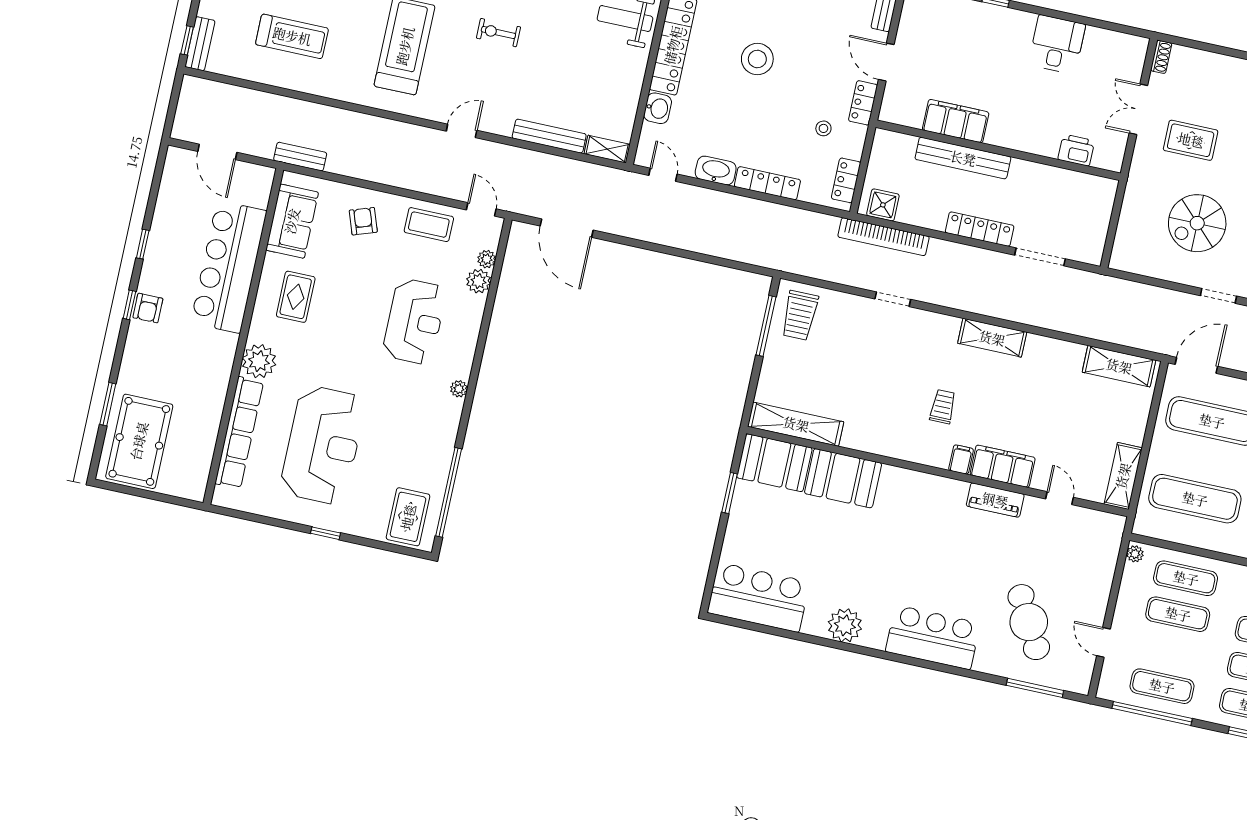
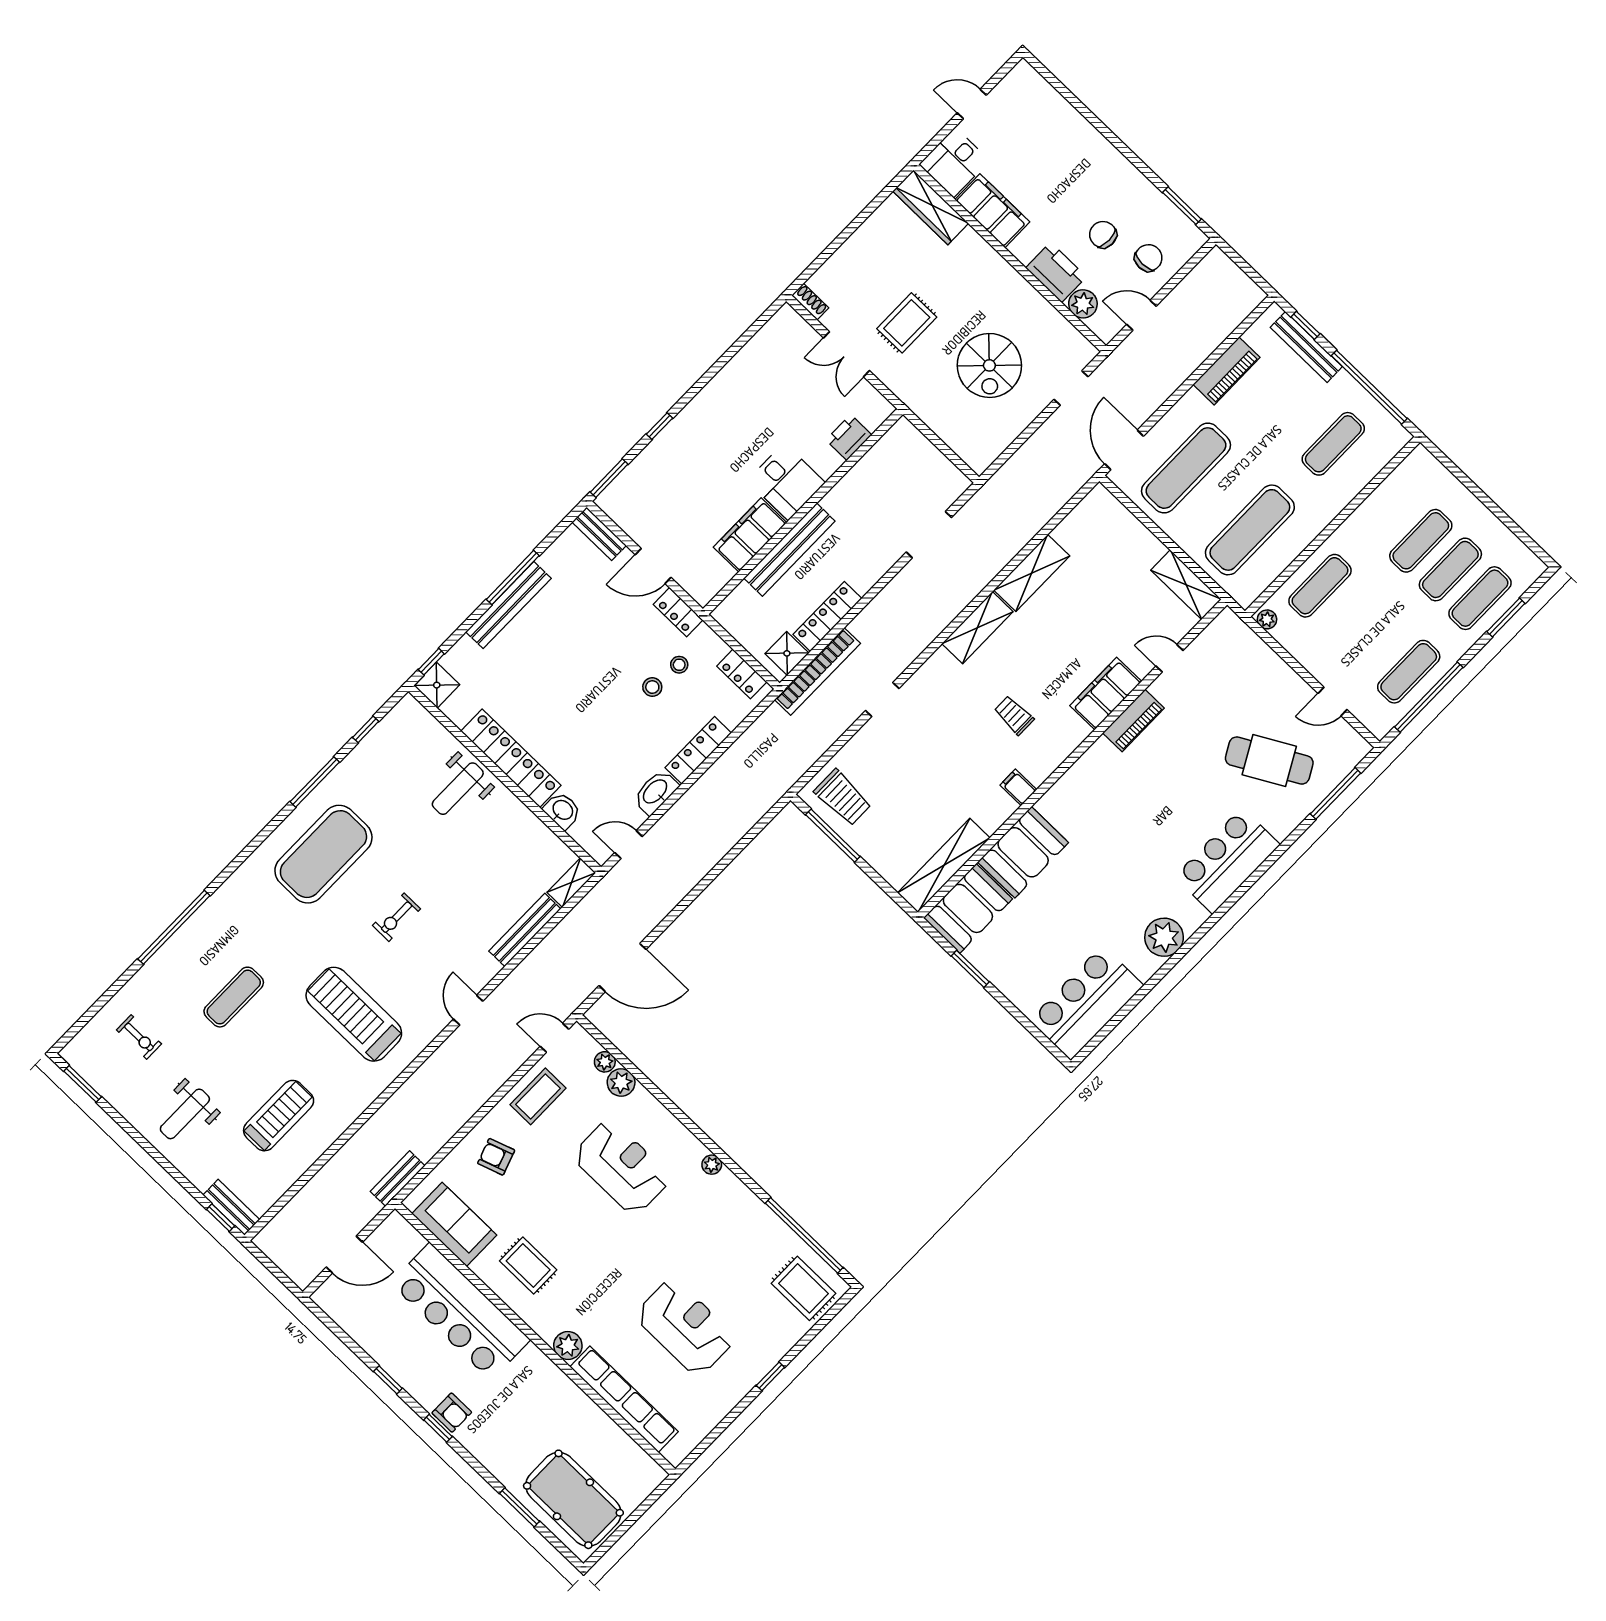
desk: (1057, 44) -> (786, 482), moved, turned 180
stool: (757, 59) -> (652, 687), moved, width x0.53, depth x0.53
locker: (980, 229) -> (827, 616), moved
plant: (259, 361) -> (568, 1346), width x0.73, depth x0.73
shelving: (1119, 366) -> (1032, 573), moved
reception desk: (323, 445) -> (685, 1327), width x0.74, depth x0.77
filing cabinet: (961, 459) -> (1018, 787), moved
exercise mat: (1178, 614) -> (1350, 614), removed

